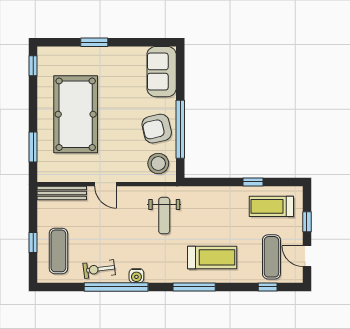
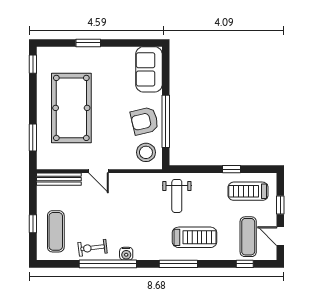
weight bench: (164, 216) -> (177, 196), moved

